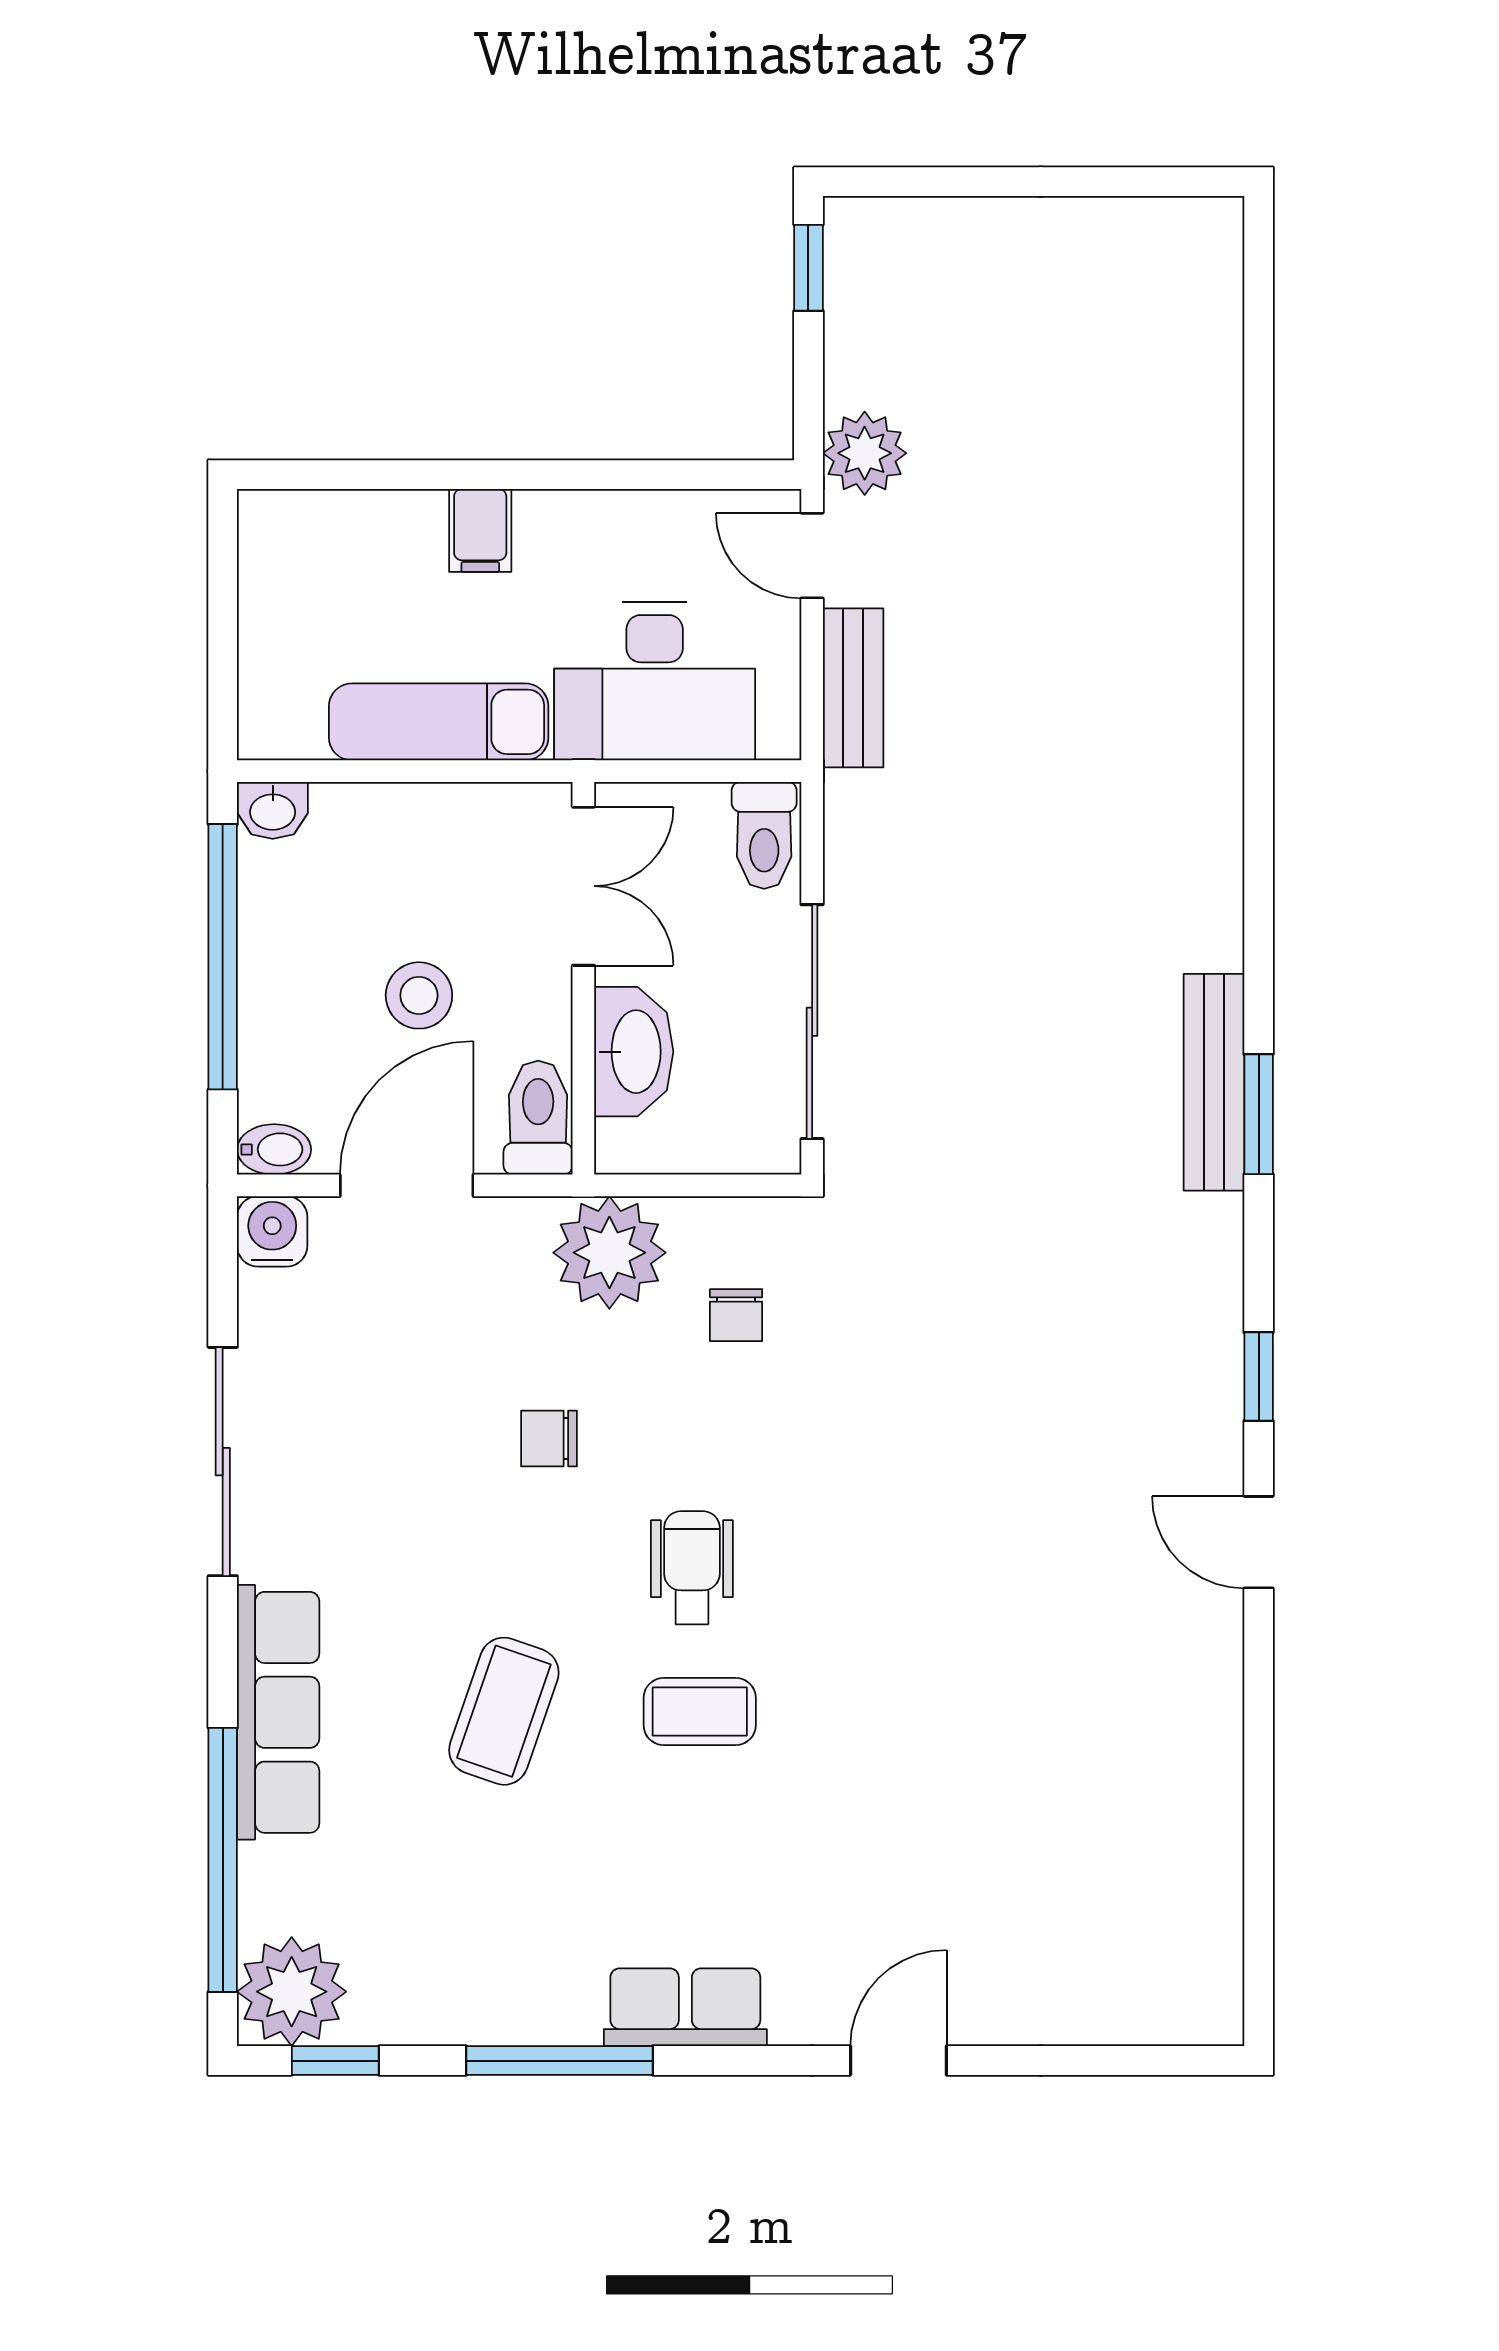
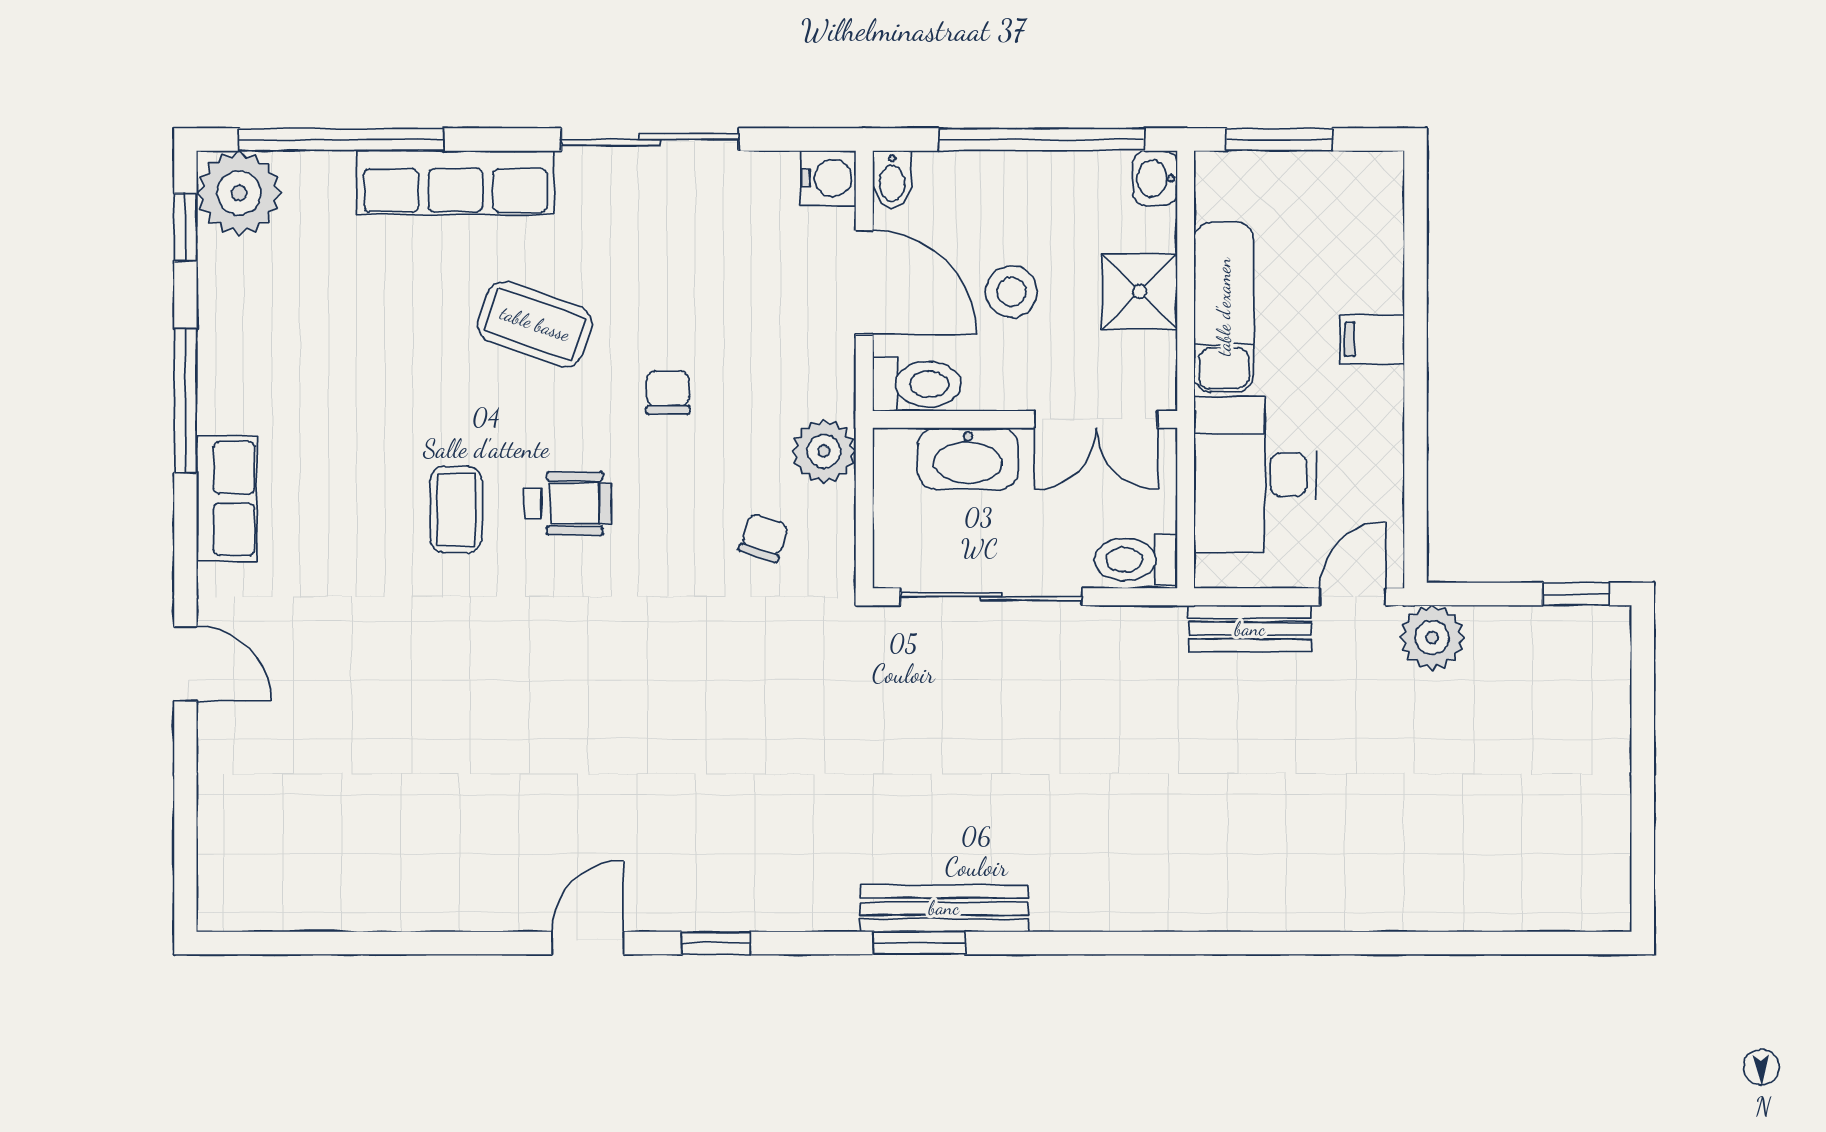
window: (223, 650) -> (1279, 140), added
shower: (419, 831) -> (1139, 292), added
plant: (609, 1253) -> (824, 451), width x0.73, depth x0.73
chair: (736, 1315) -> (764, 538), turned 108
coffee table: (504, 1711) -> (535, 324), moved

